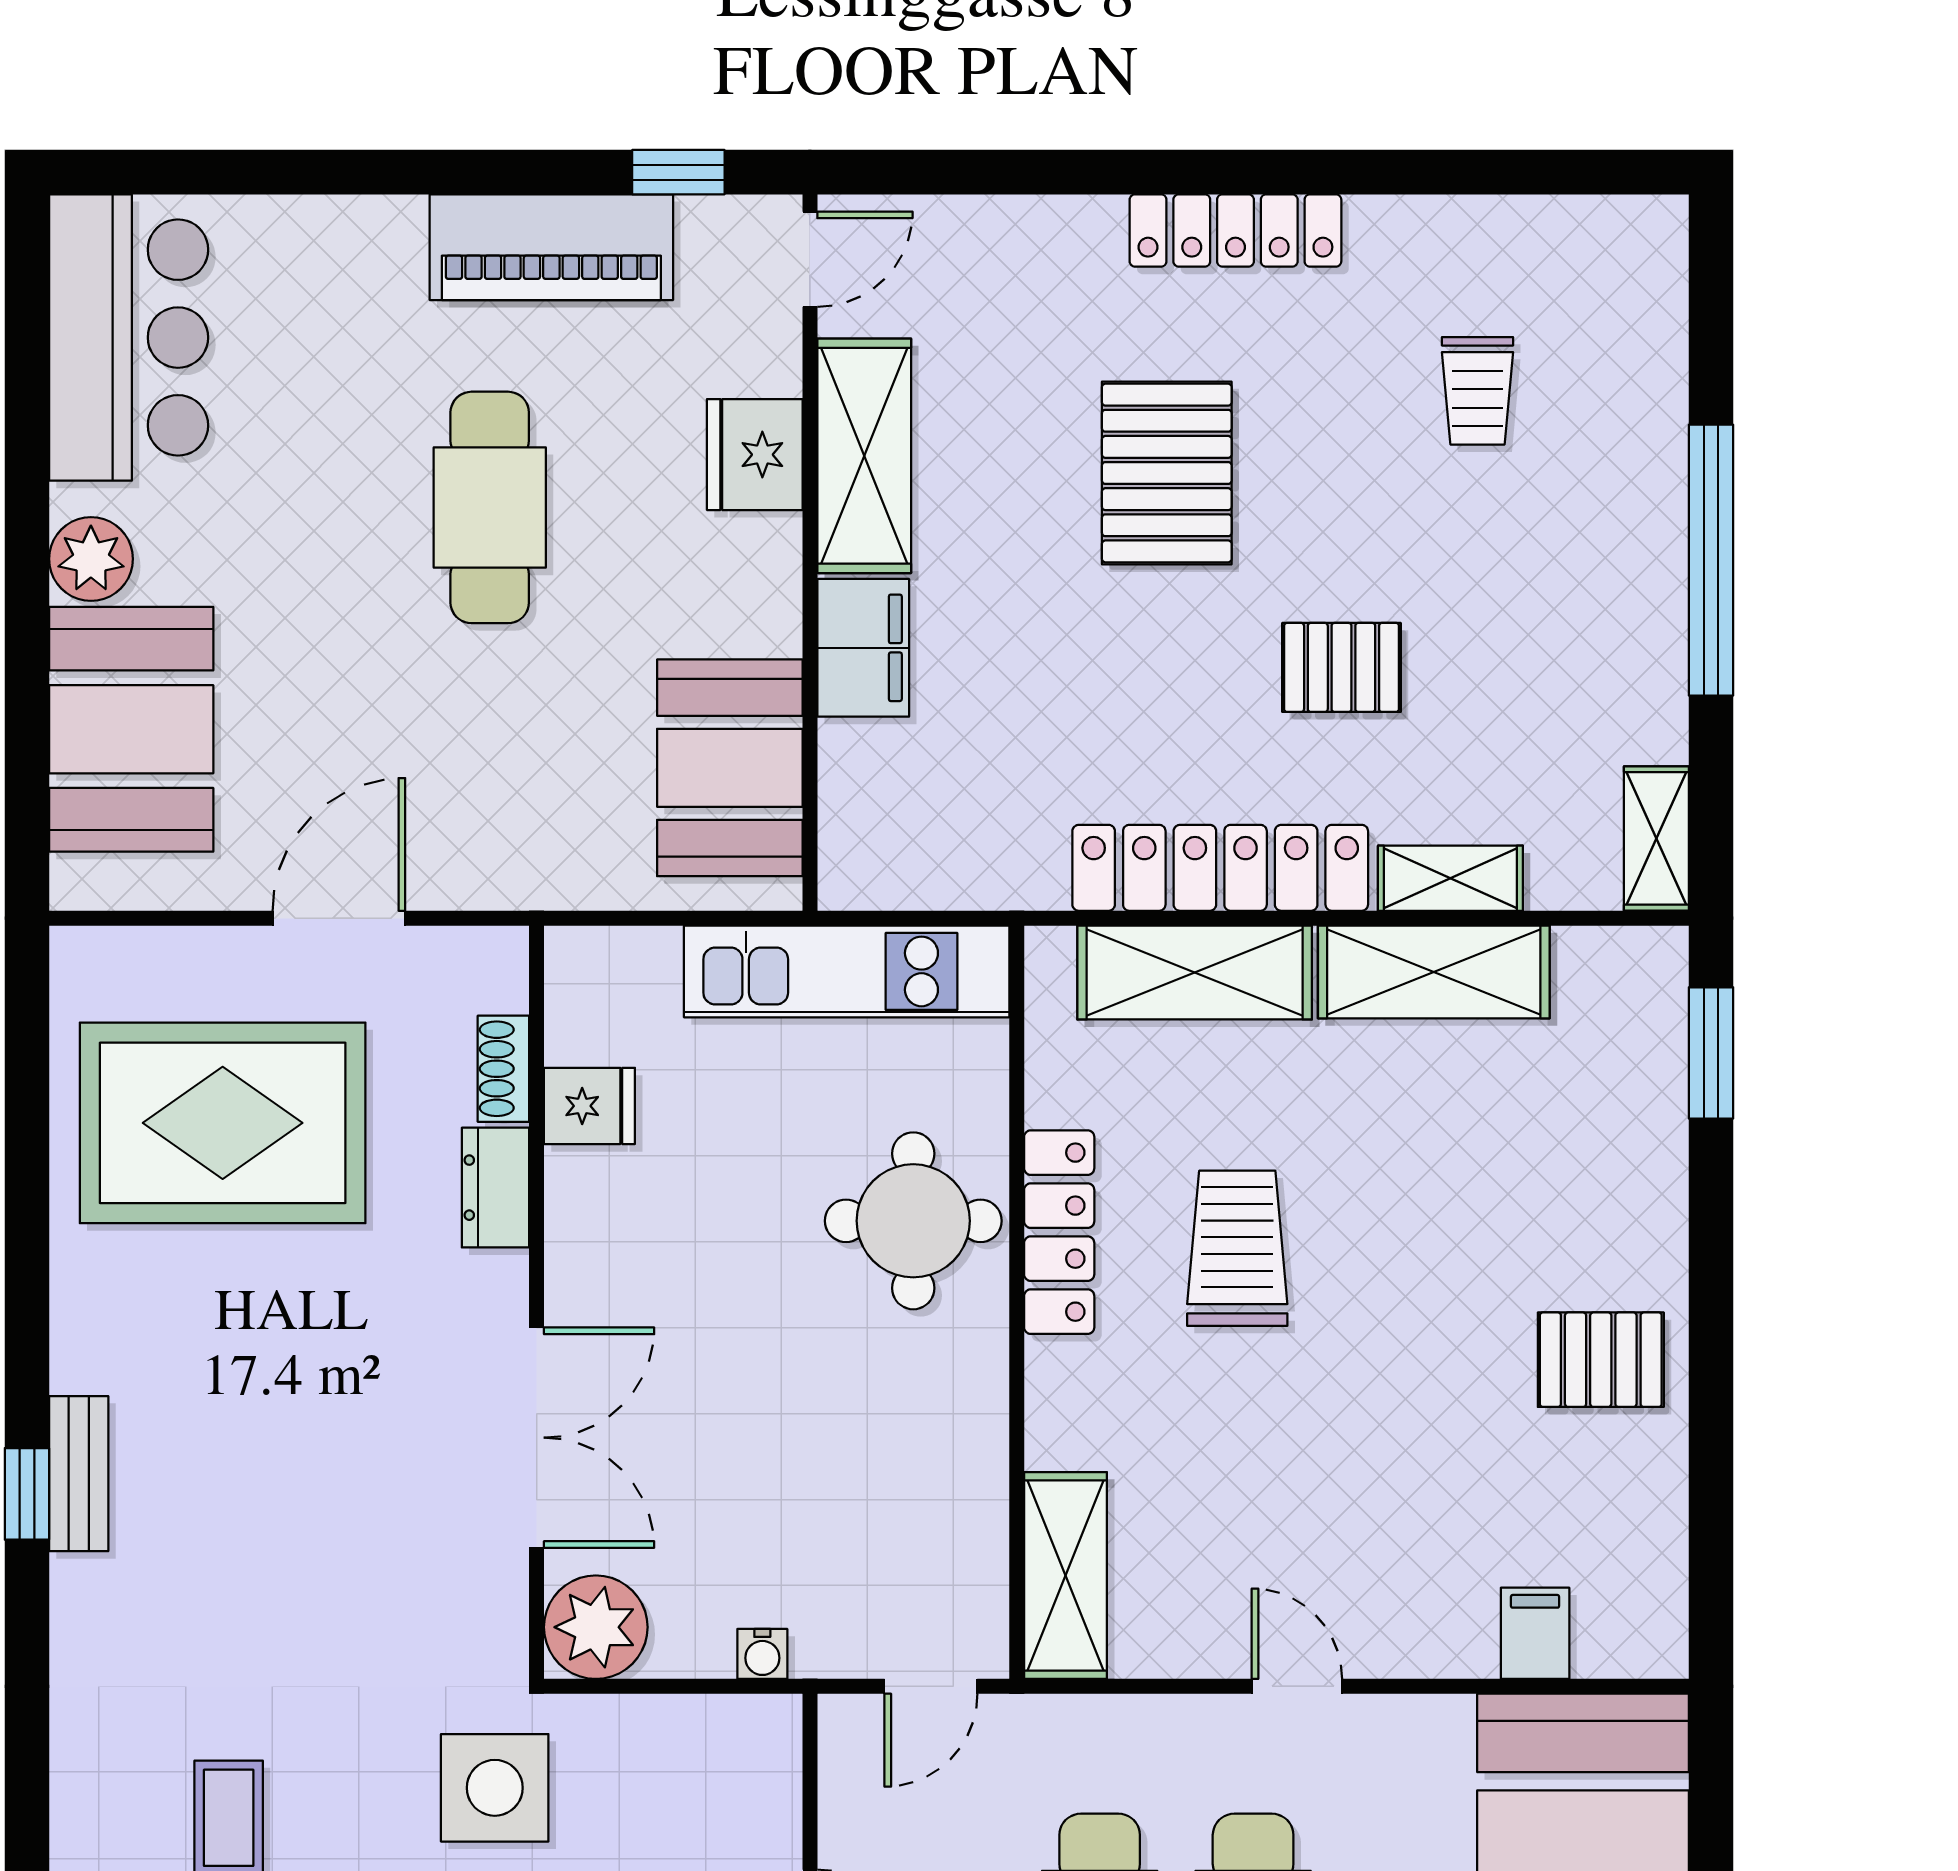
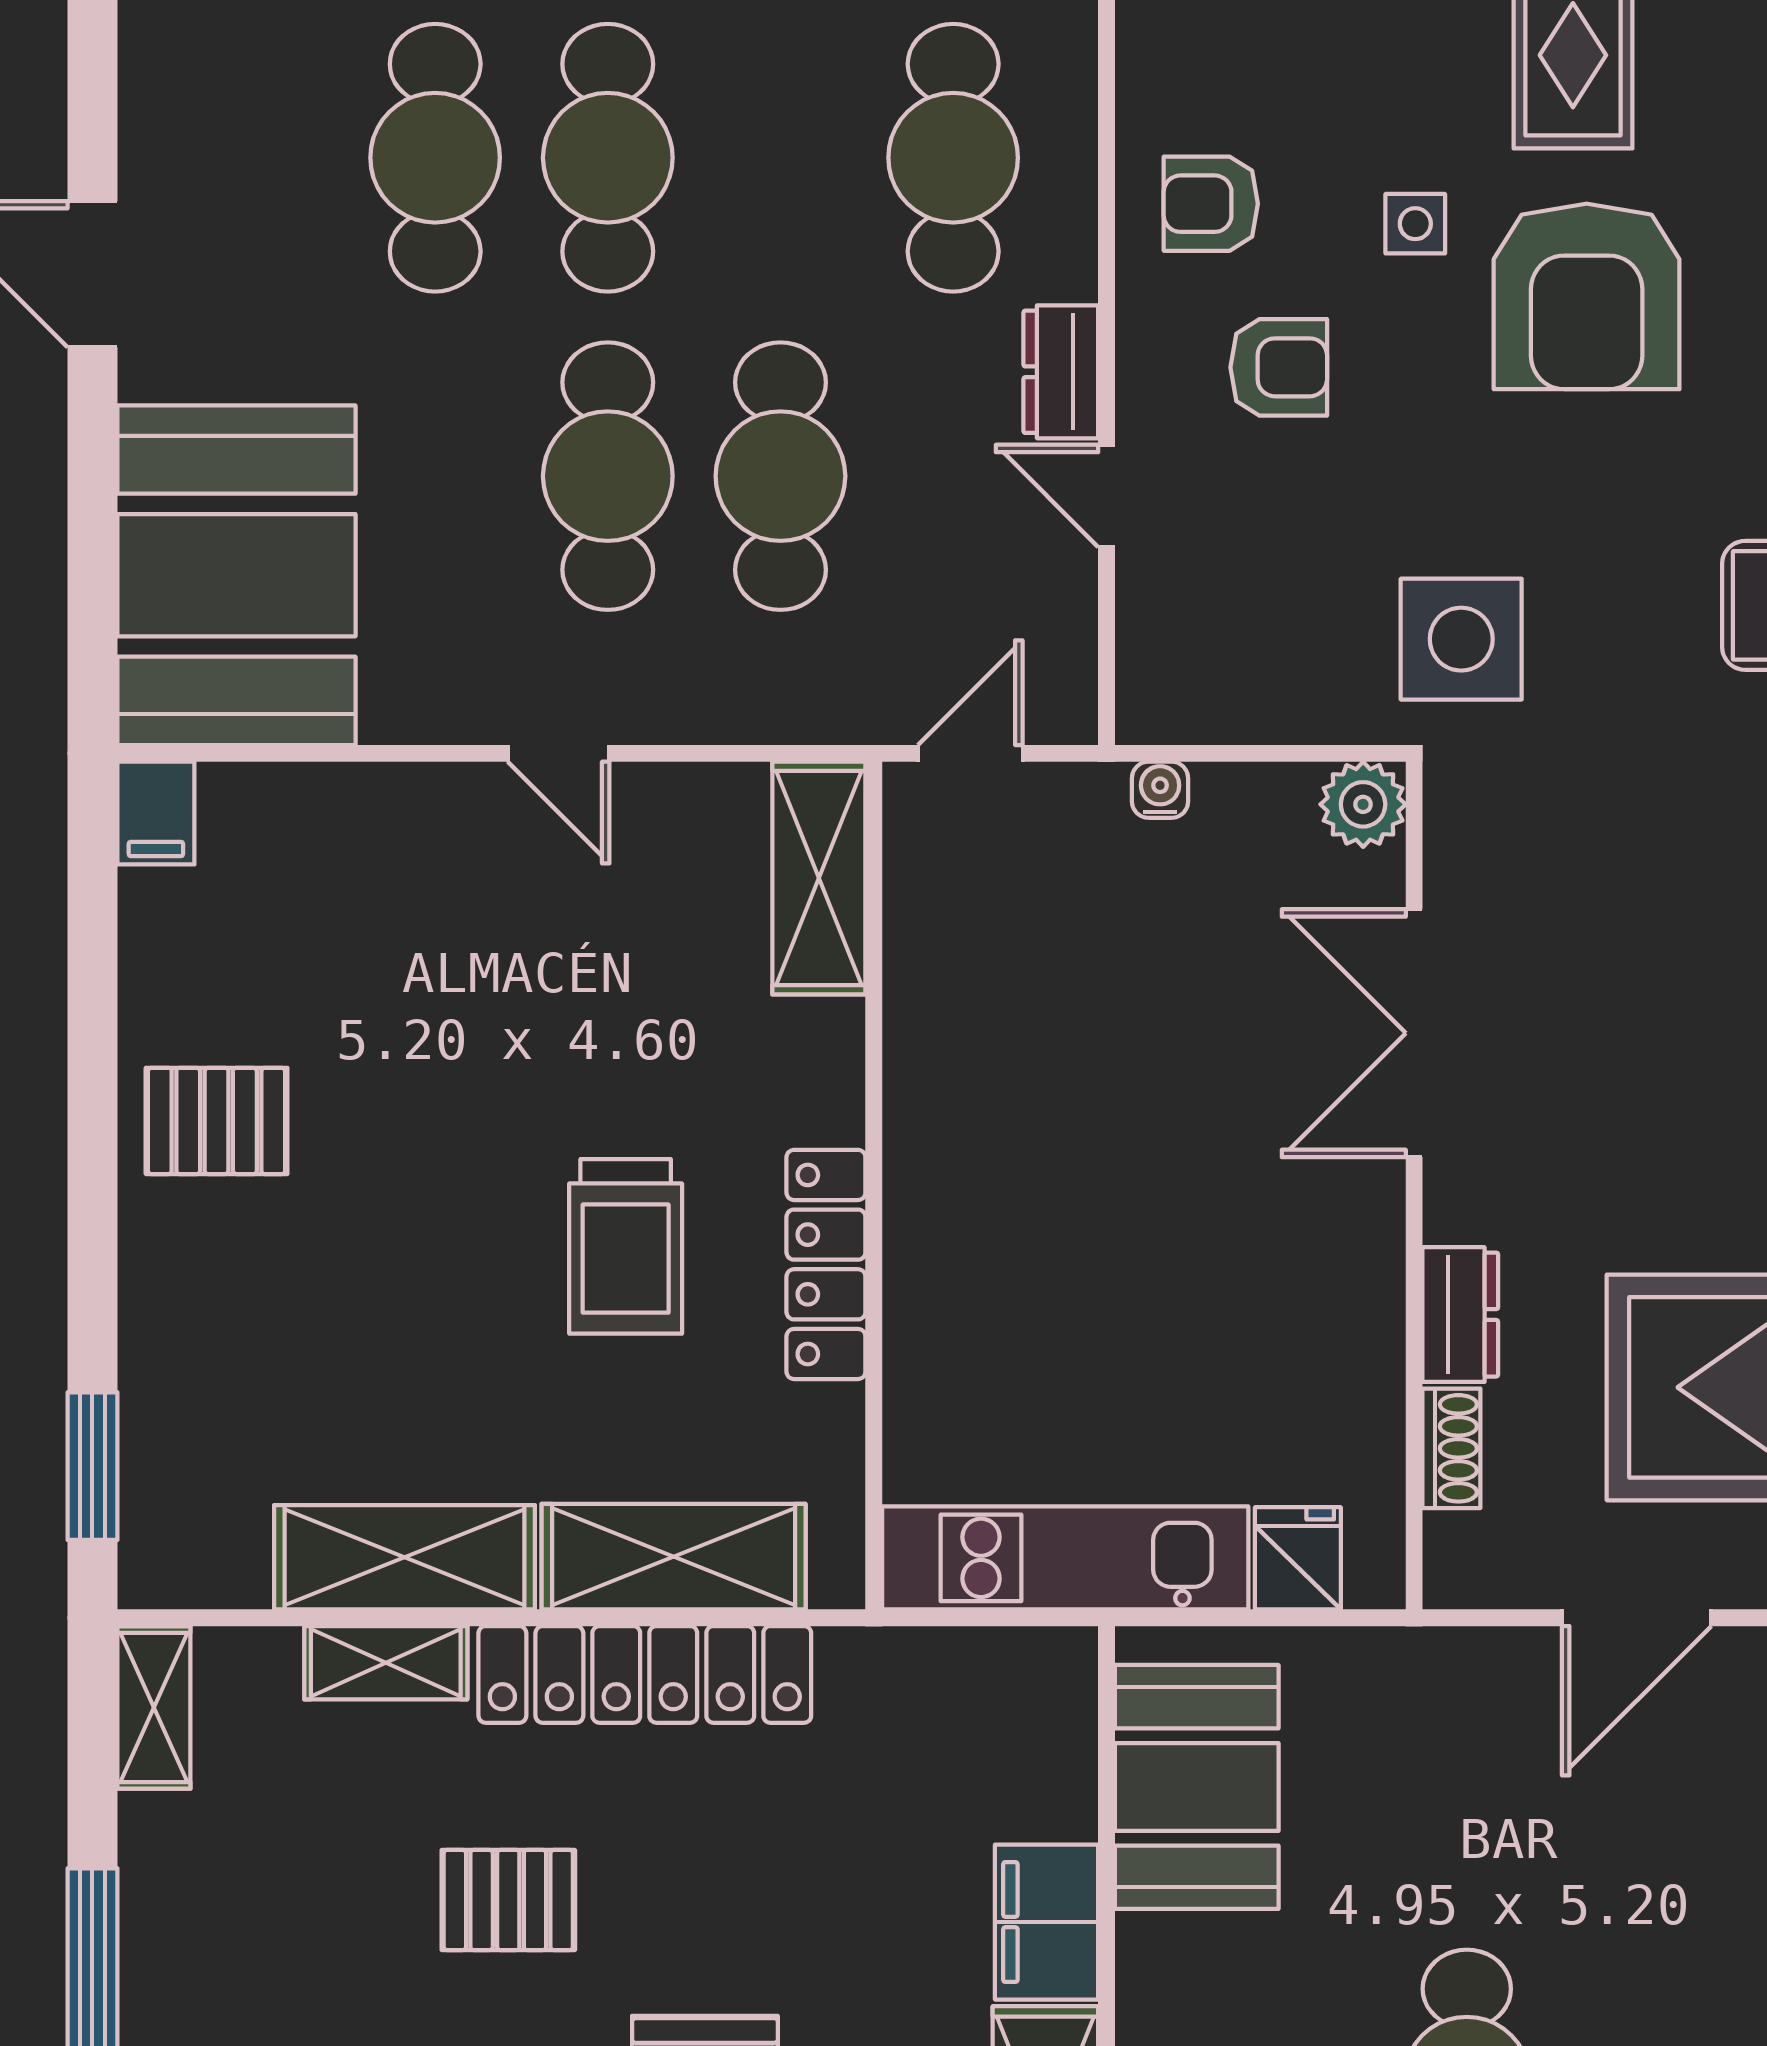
fridge: (589, 1106) -> (1298, 1558), moved, turned 90
round table: (913, 1221) -> (990, 1277), removed
plant: (596, 1627) -> (1363, 804), width x0.73, depth x0.73
filing cabinet: (1535, 1633) -> (156, 813), moved

